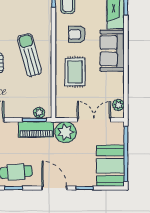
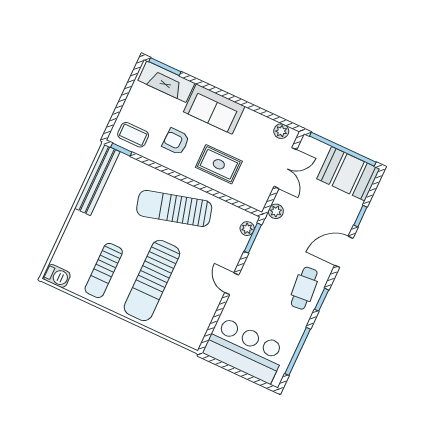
armchair: (77, 34) -> (176, 141), turned 91
sun lounger: (29, 55) -> (174, 208), width x1.36, depth x1.34
double door: (94, 120) -> (285, 168), swing flipped
piano: (36, 129) -> (265, 241), removed
plant: (65, 132) -> (276, 211), width x0.53, depth x0.53

